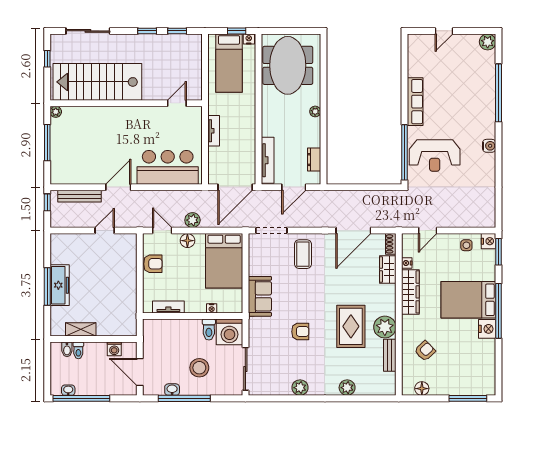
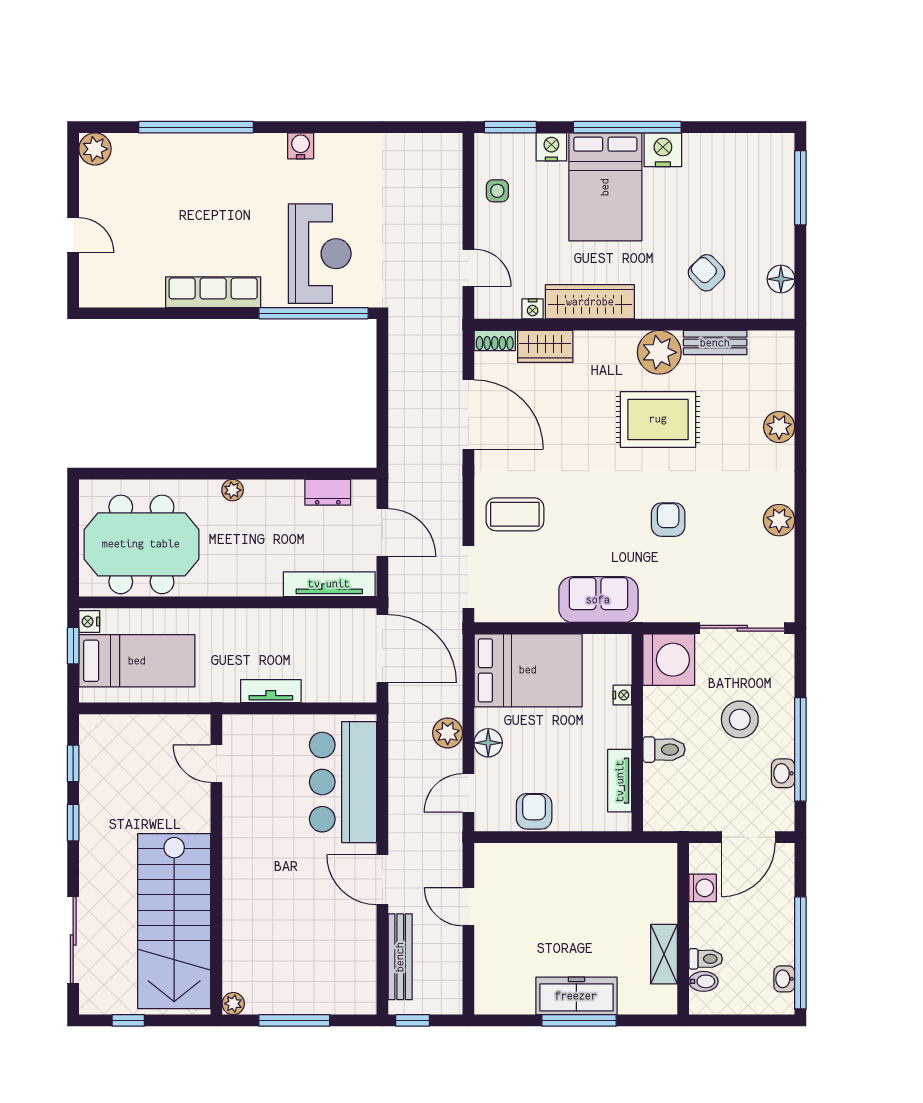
nightstand: (489, 241) -> (551, 147), moved
toilet: (209, 329) -> (664, 750), moved

